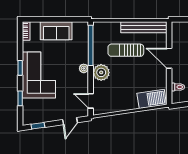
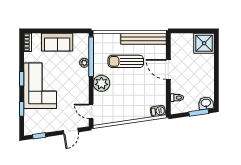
plant: (84, 68) -> (84, 63), moved
barbecue: (152, 99) -> (158, 111), width x0.53, depth x0.65

